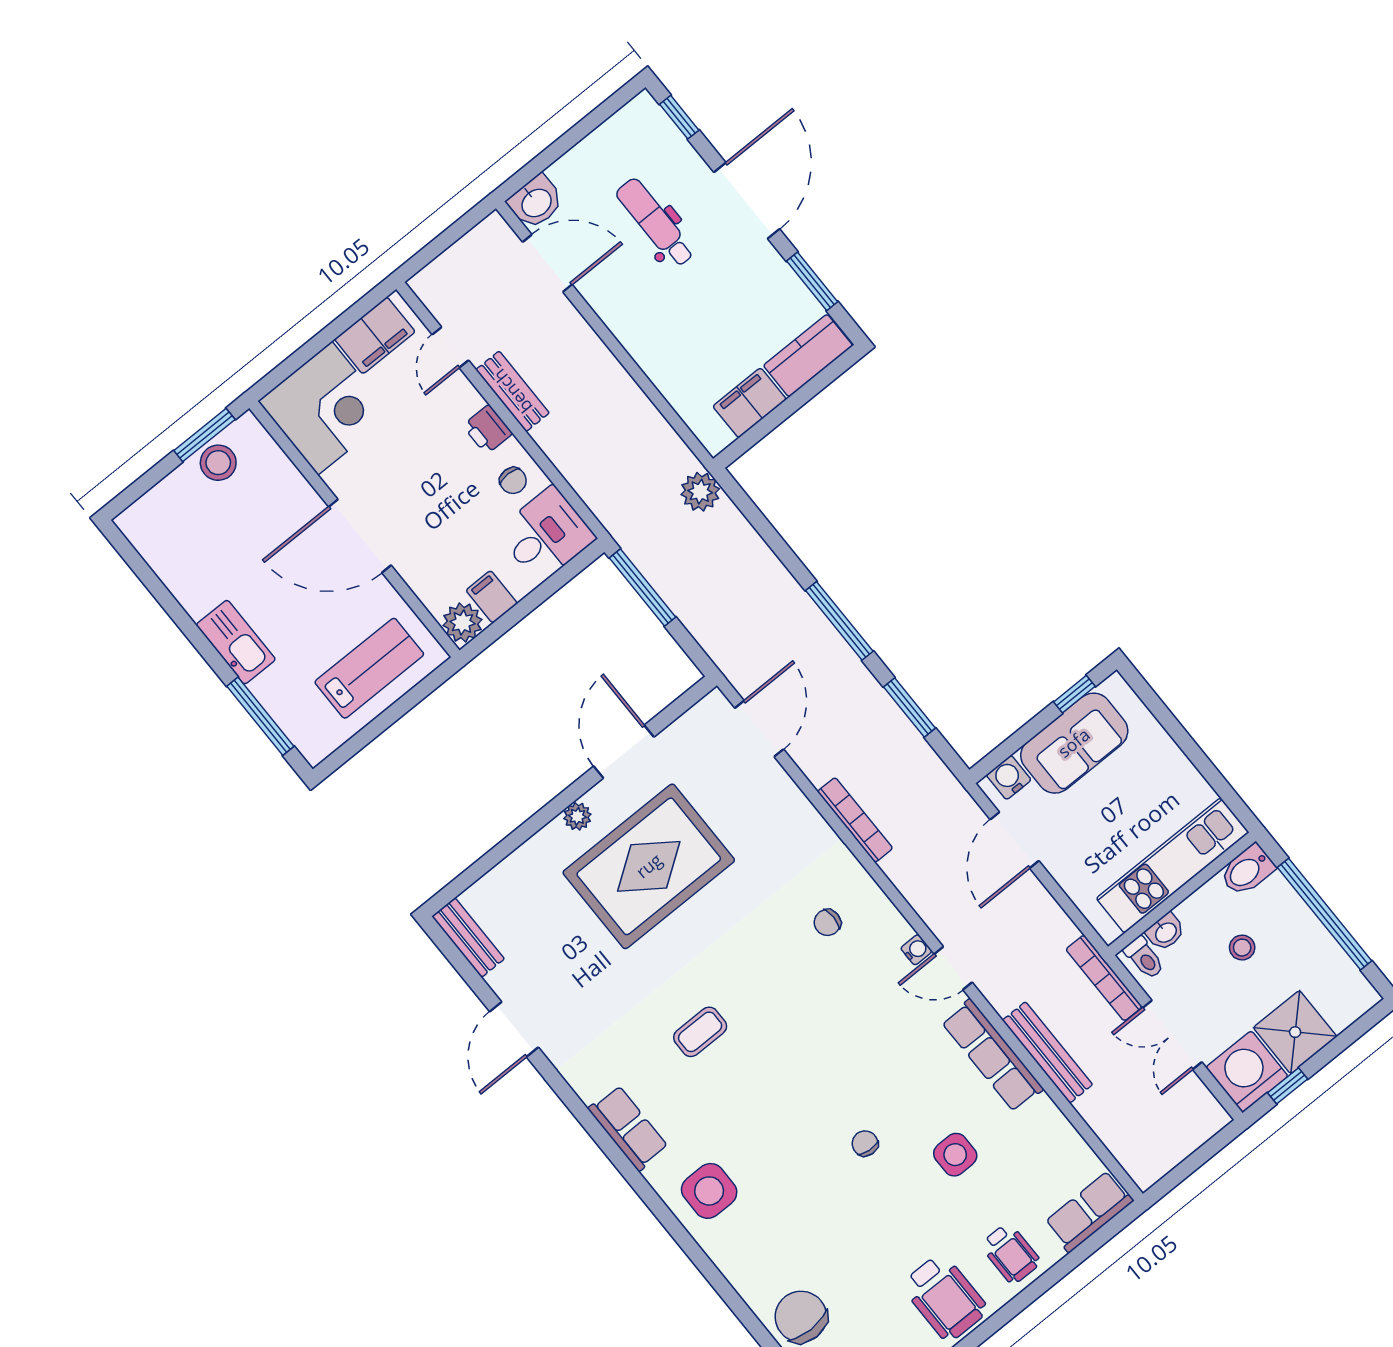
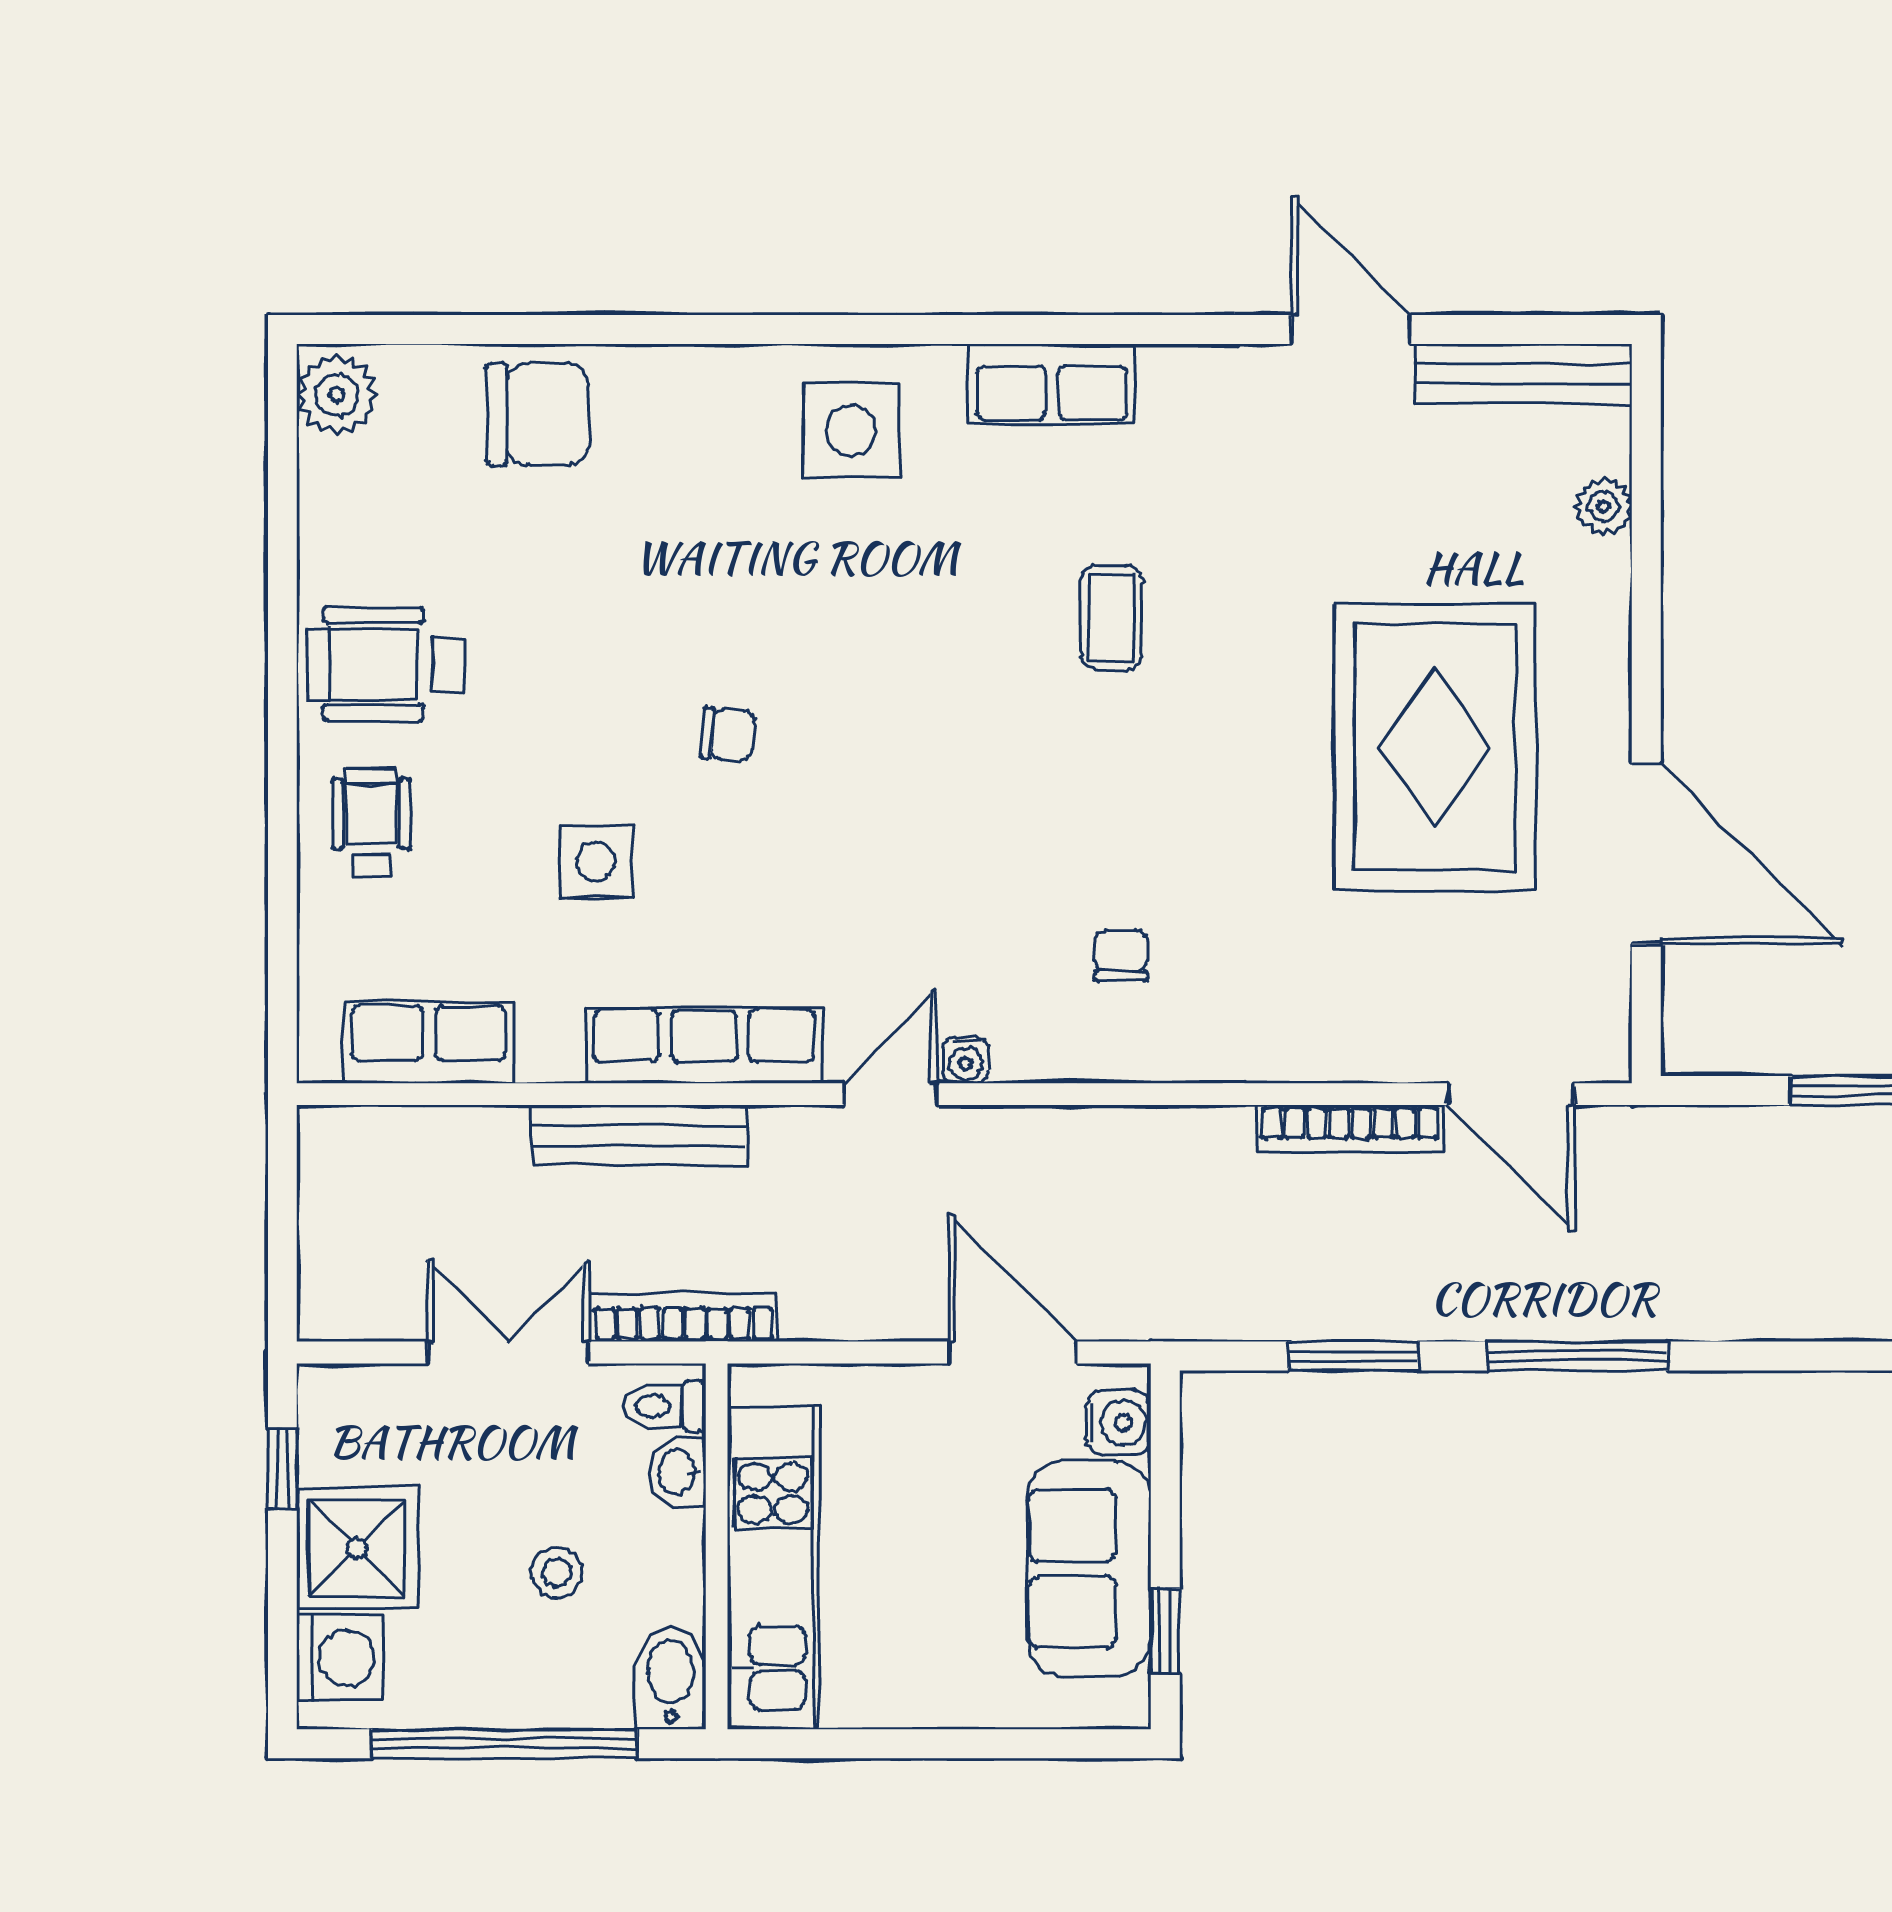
door: (624, 752) -> (1646, 853), width x1.36
plant: (577, 816) -> (1604, 506), moved
bookcase: (855, 820) -> (1350, 1129), moved
bench: (468, 938) -> (1524, 374), width x1.36
washing machine: (1247, 1072) -> (340, 1658), moved, width x0.73, depth x0.73
row of seats: (1089, 1212) -> (429, 1043), moved, turned -90
wheelchair: (1011, 1253) -> (371, 823), turned 90

